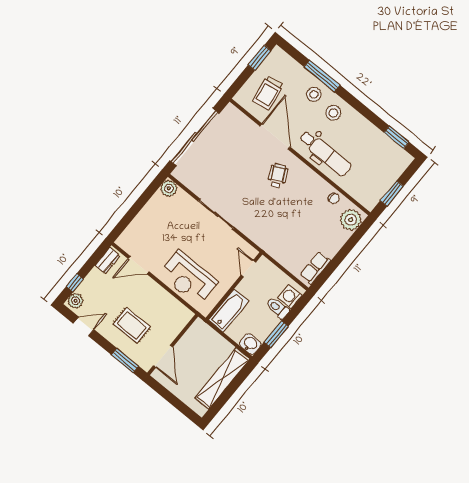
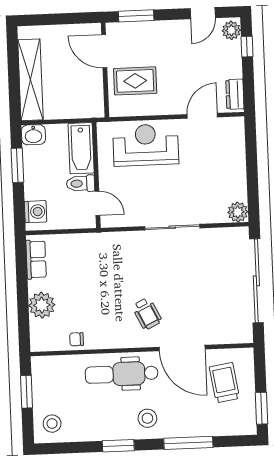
stool: (314, 94) -> (52, 424), moved
window: (396, 137) -> (118, 446), moved
plant: (351, 220) -> (42, 305), moved
toilet: (278, 308) -> (81, 183), moved, turned 180
rug: (132, 325) -> (135, 81), moved

